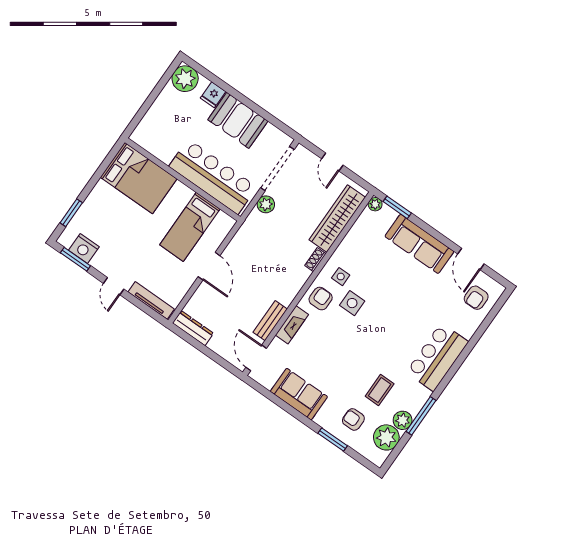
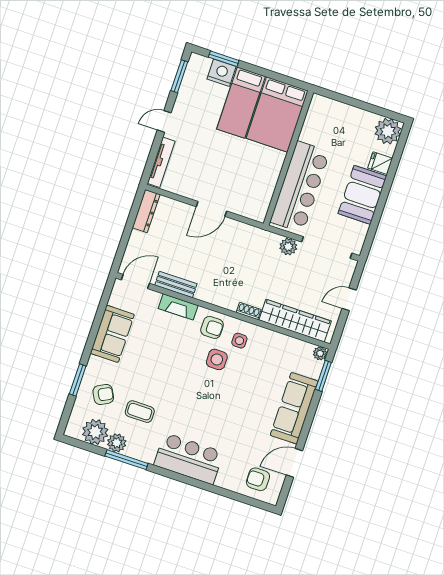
bed: (190, 227) -> (241, 103), moved, turned -90
nightstand: (84, 248) -> (222, 73), moved, turned 90
armchair: (353, 419) -> (103, 394), turned 62

